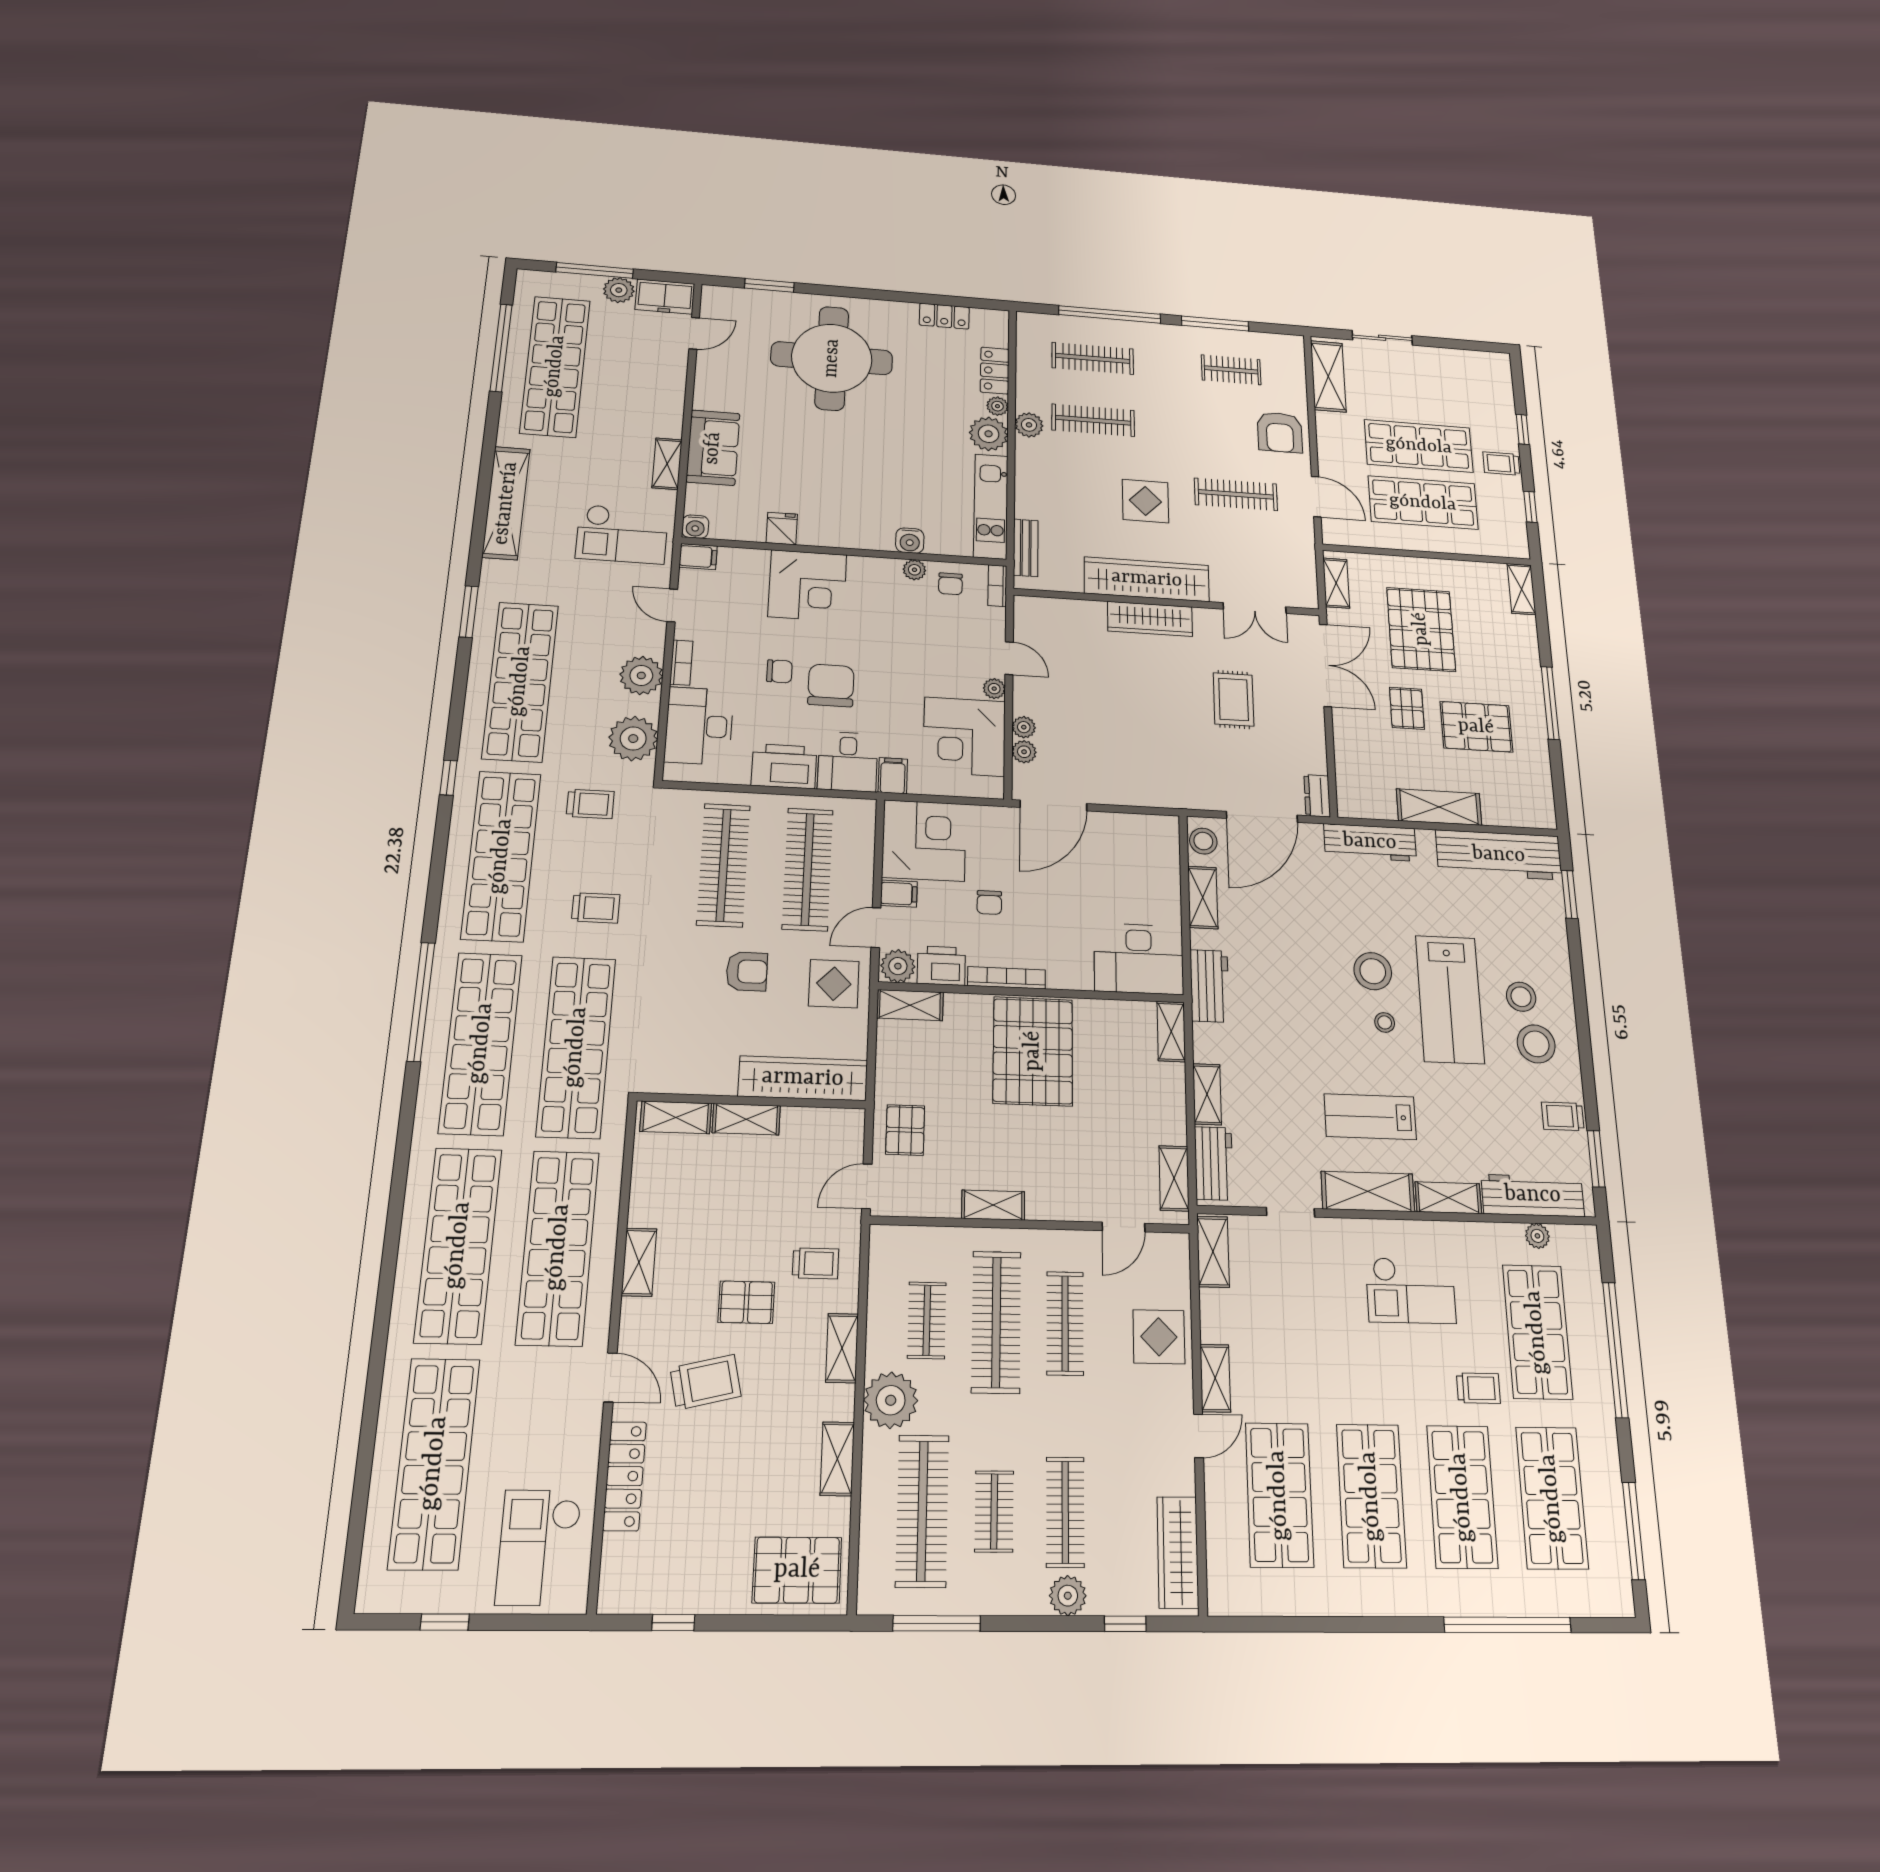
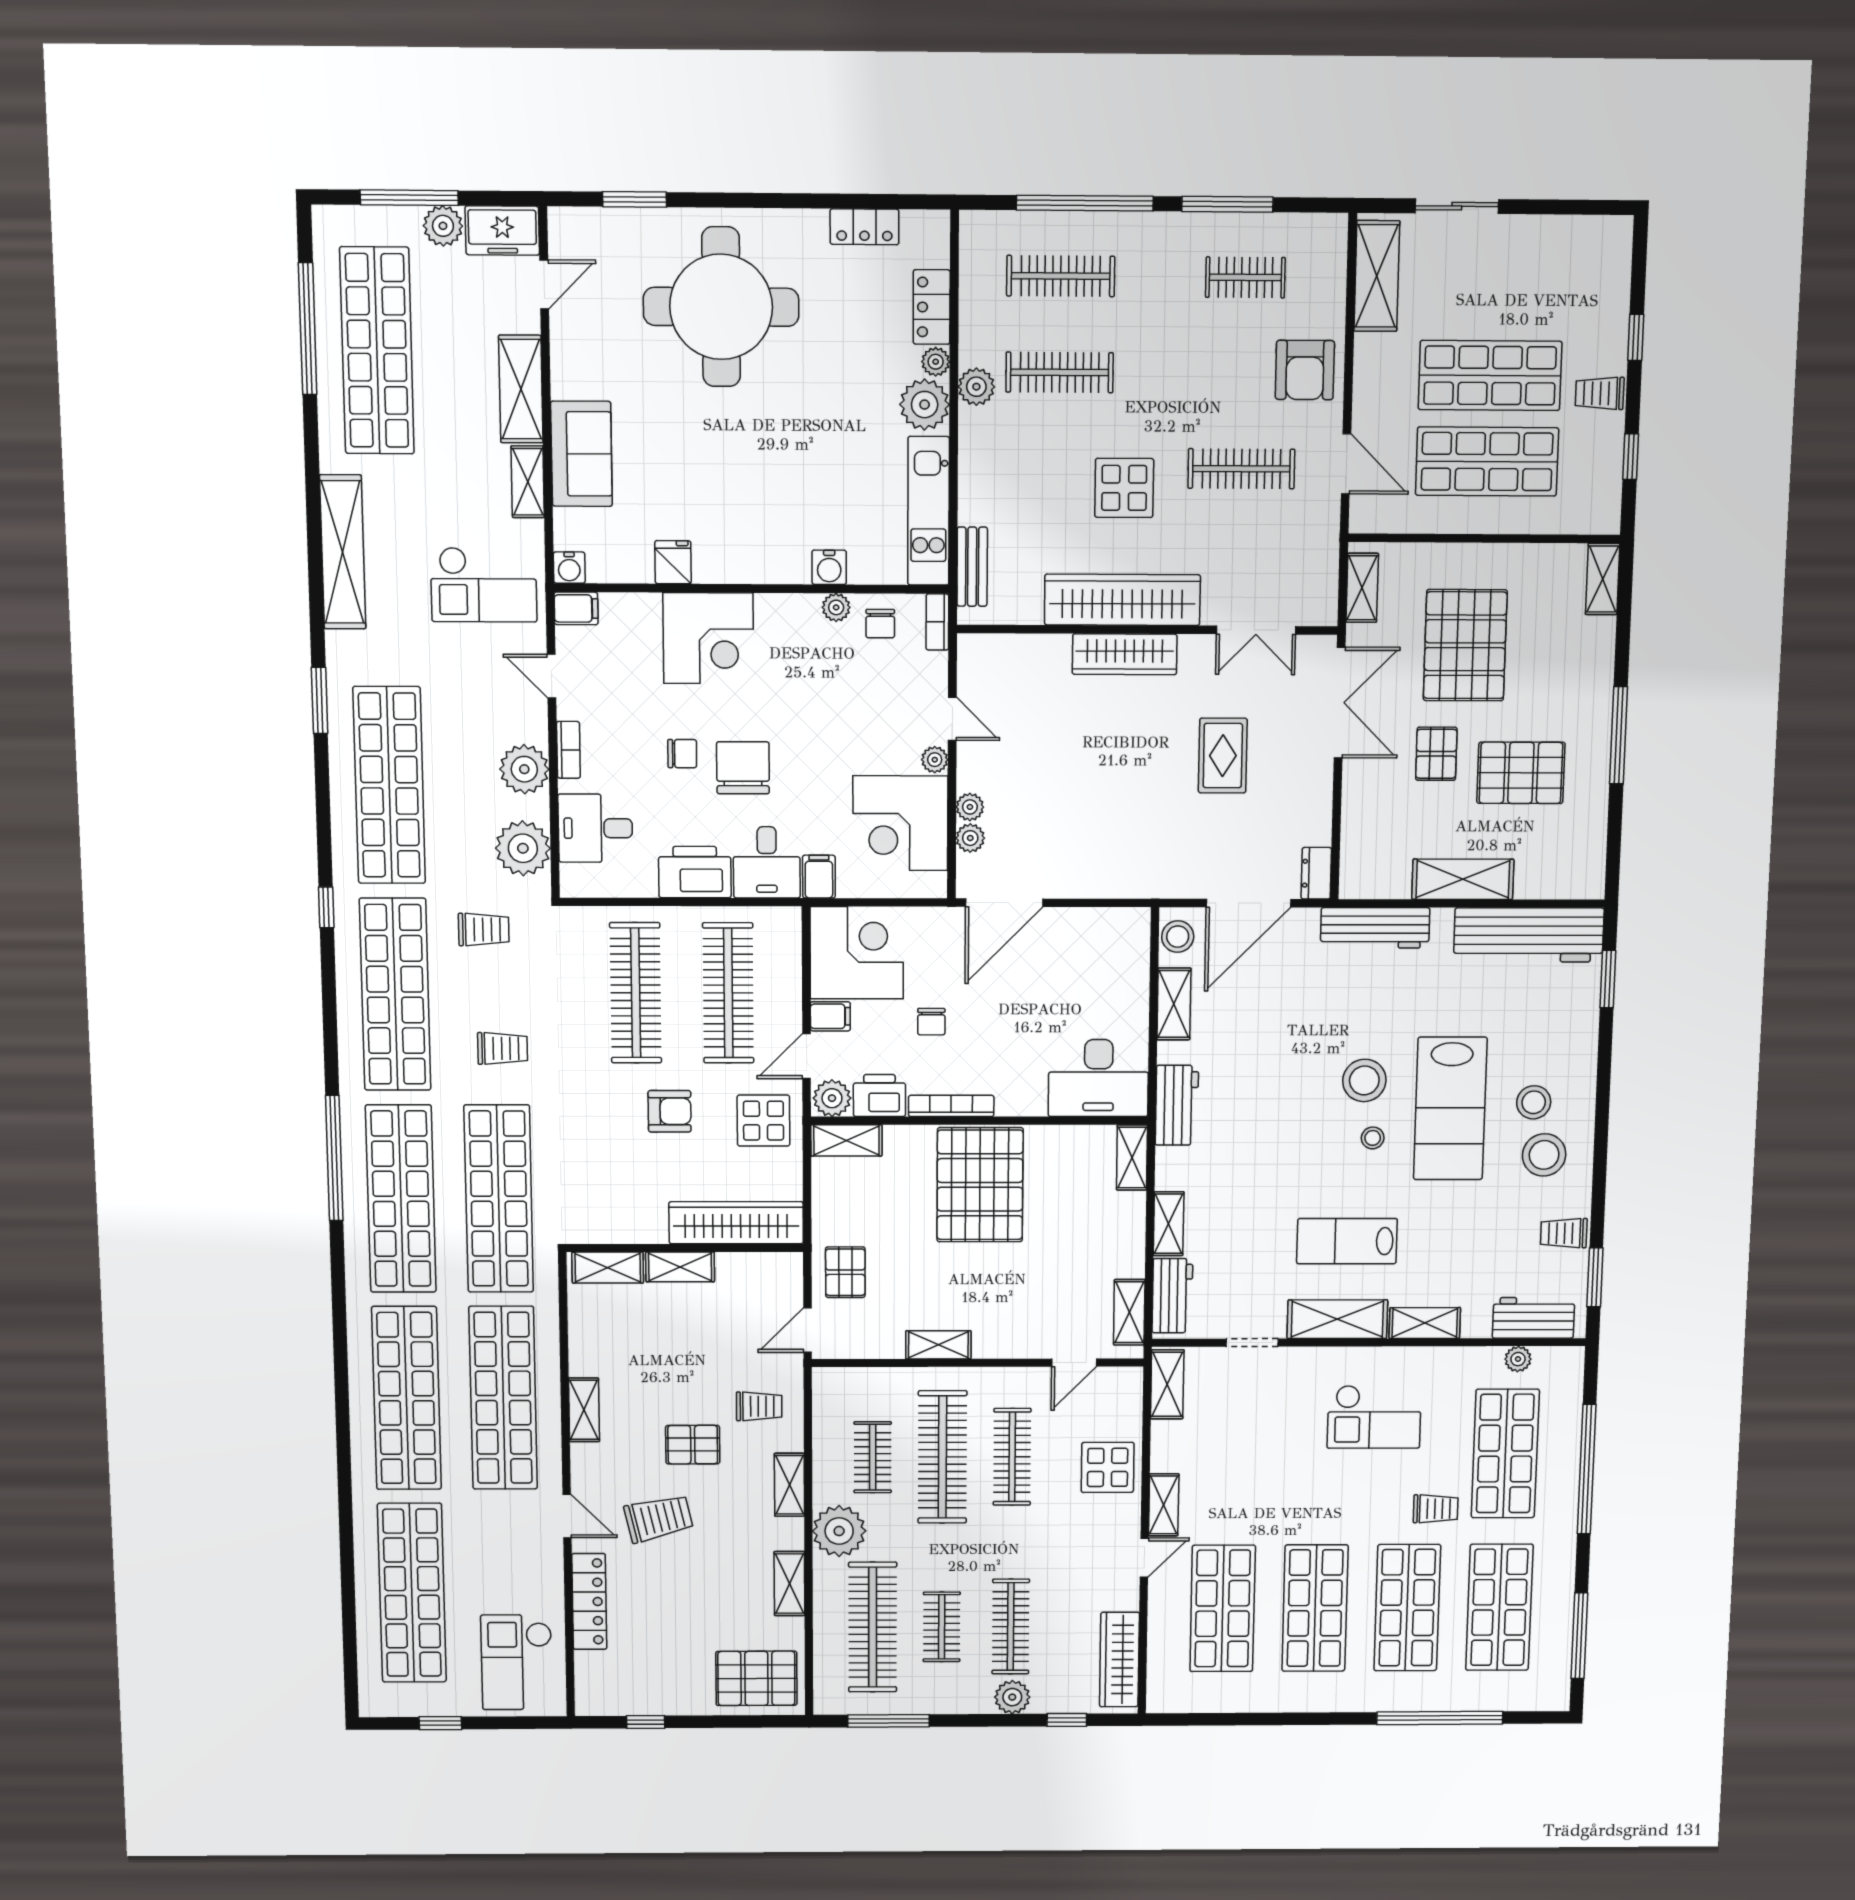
shelving: (668, 400) -> (521, 389), added
desk: (699, 726) -> (595, 828), width x0.73
workbench: (1533, 1195) -> (1534, 1318), width x0.73

